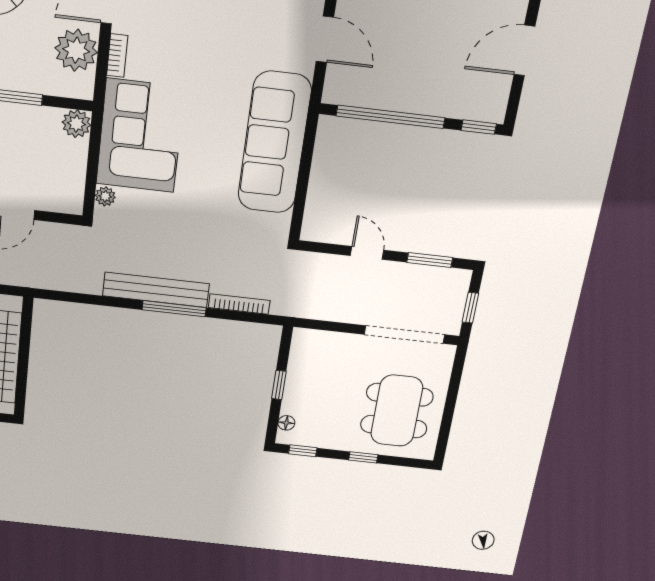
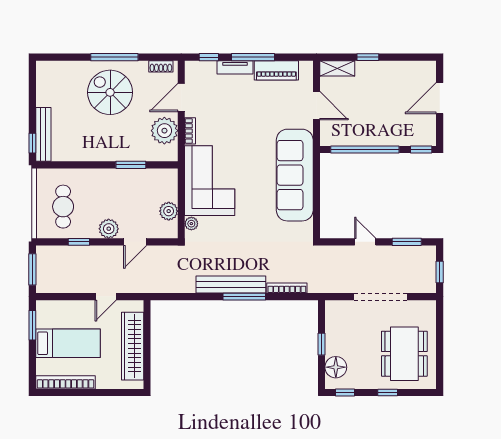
plant: (76, 124) -> (169, 211), moved
doorway: (404, 335) -> (380, 297), moved
floor lamp: (286, 423) -> (336, 367), width x1.89, depth x1.89

